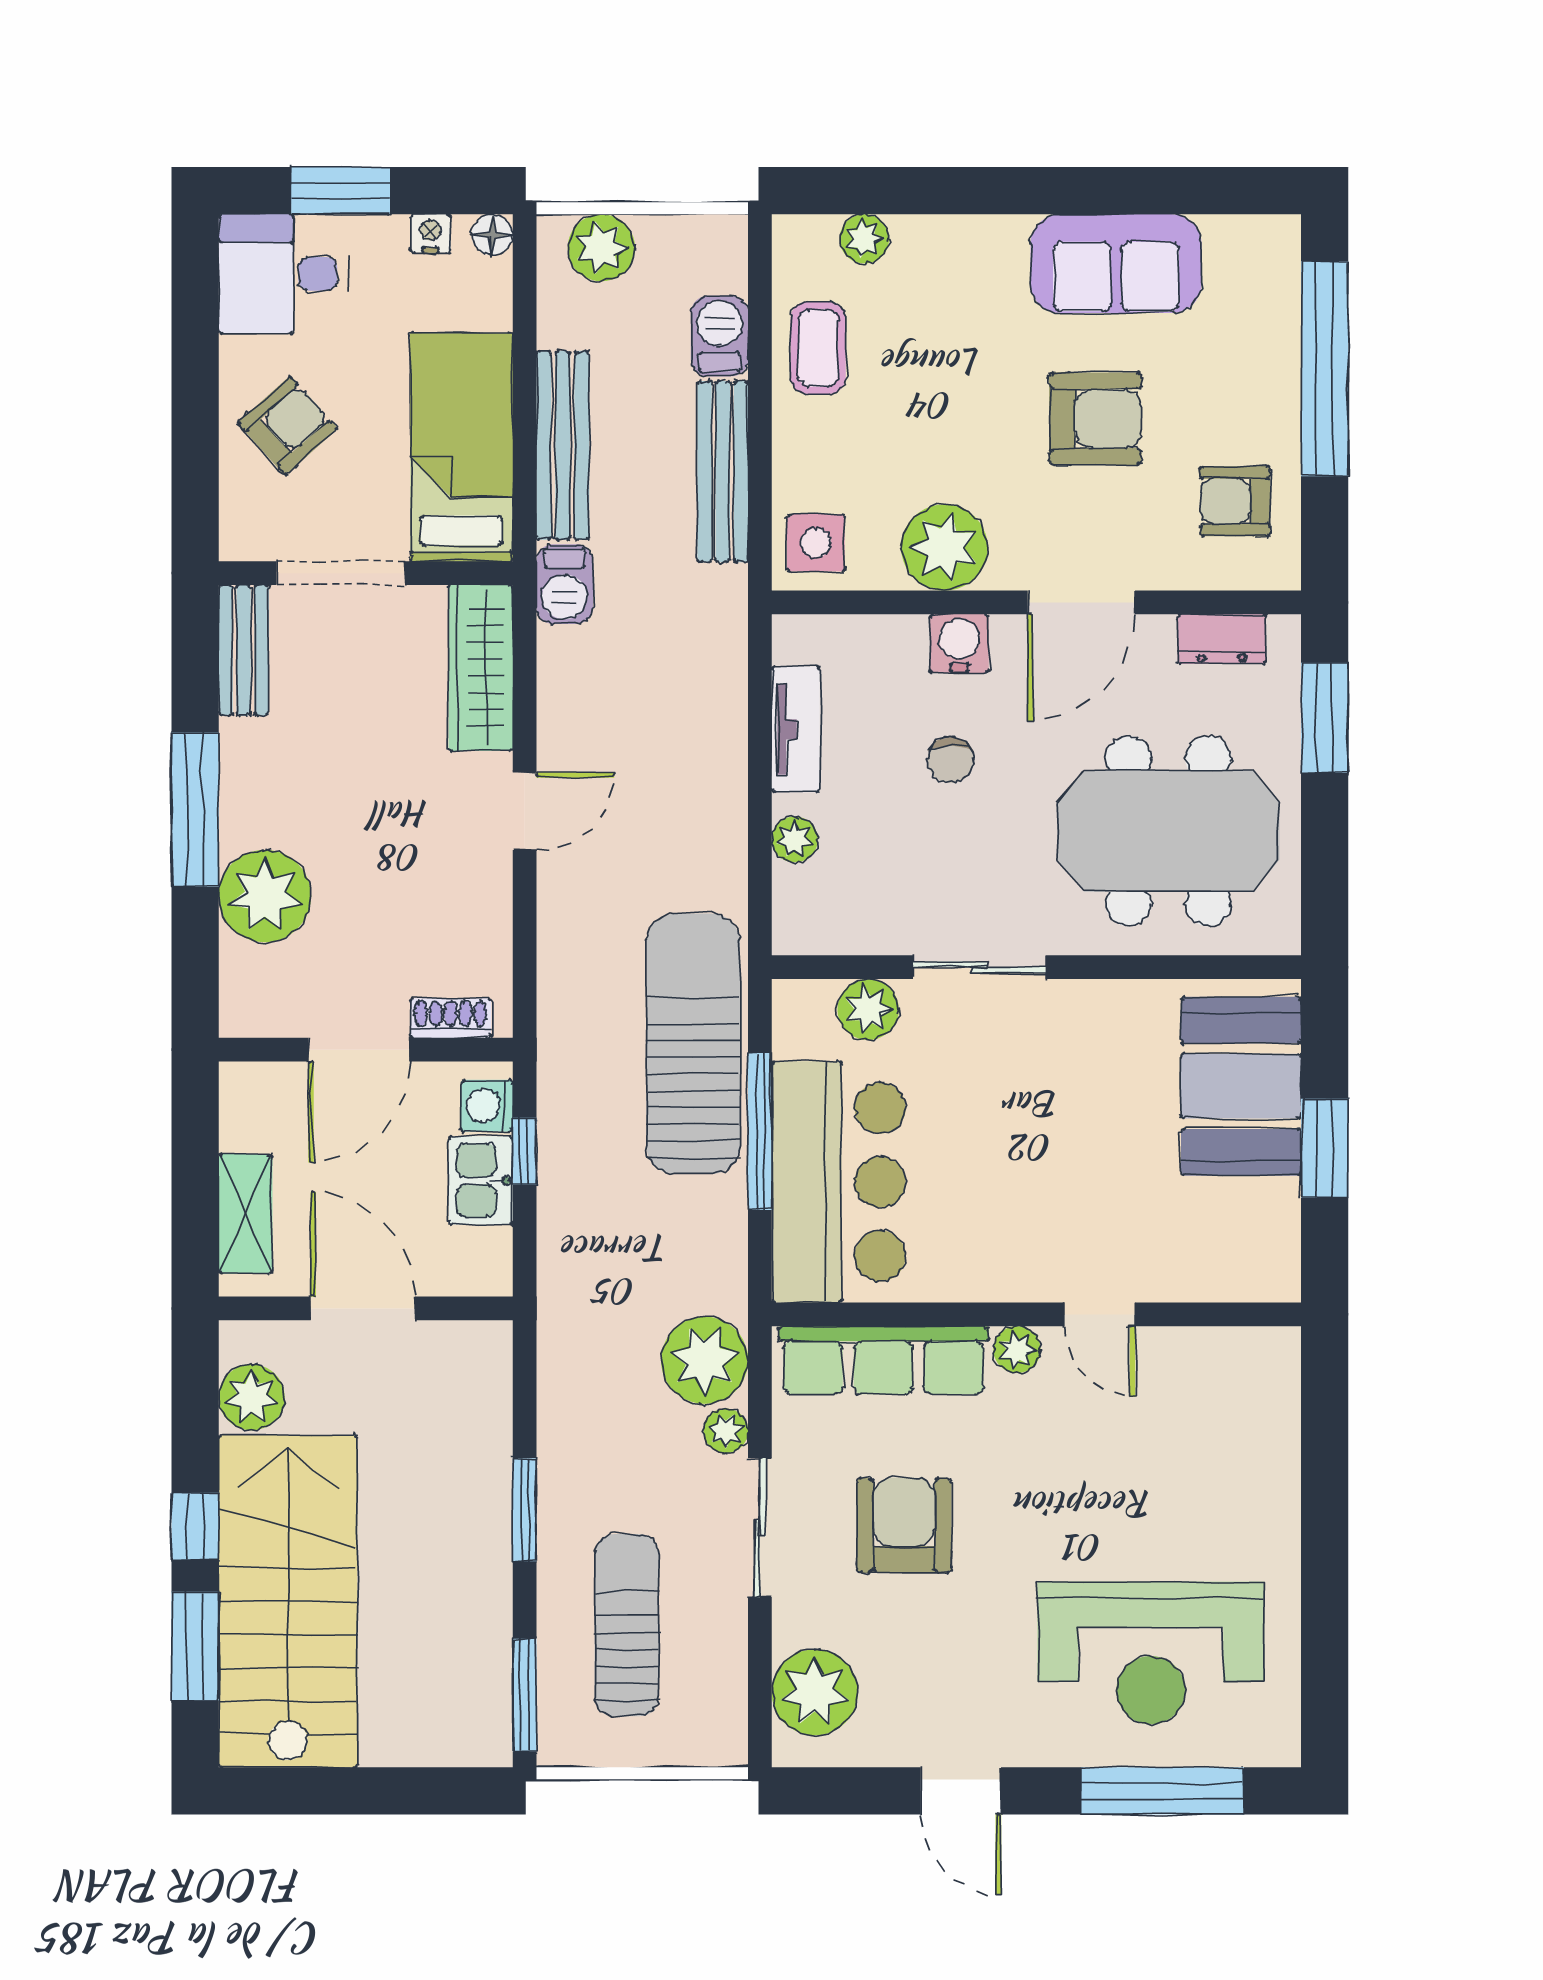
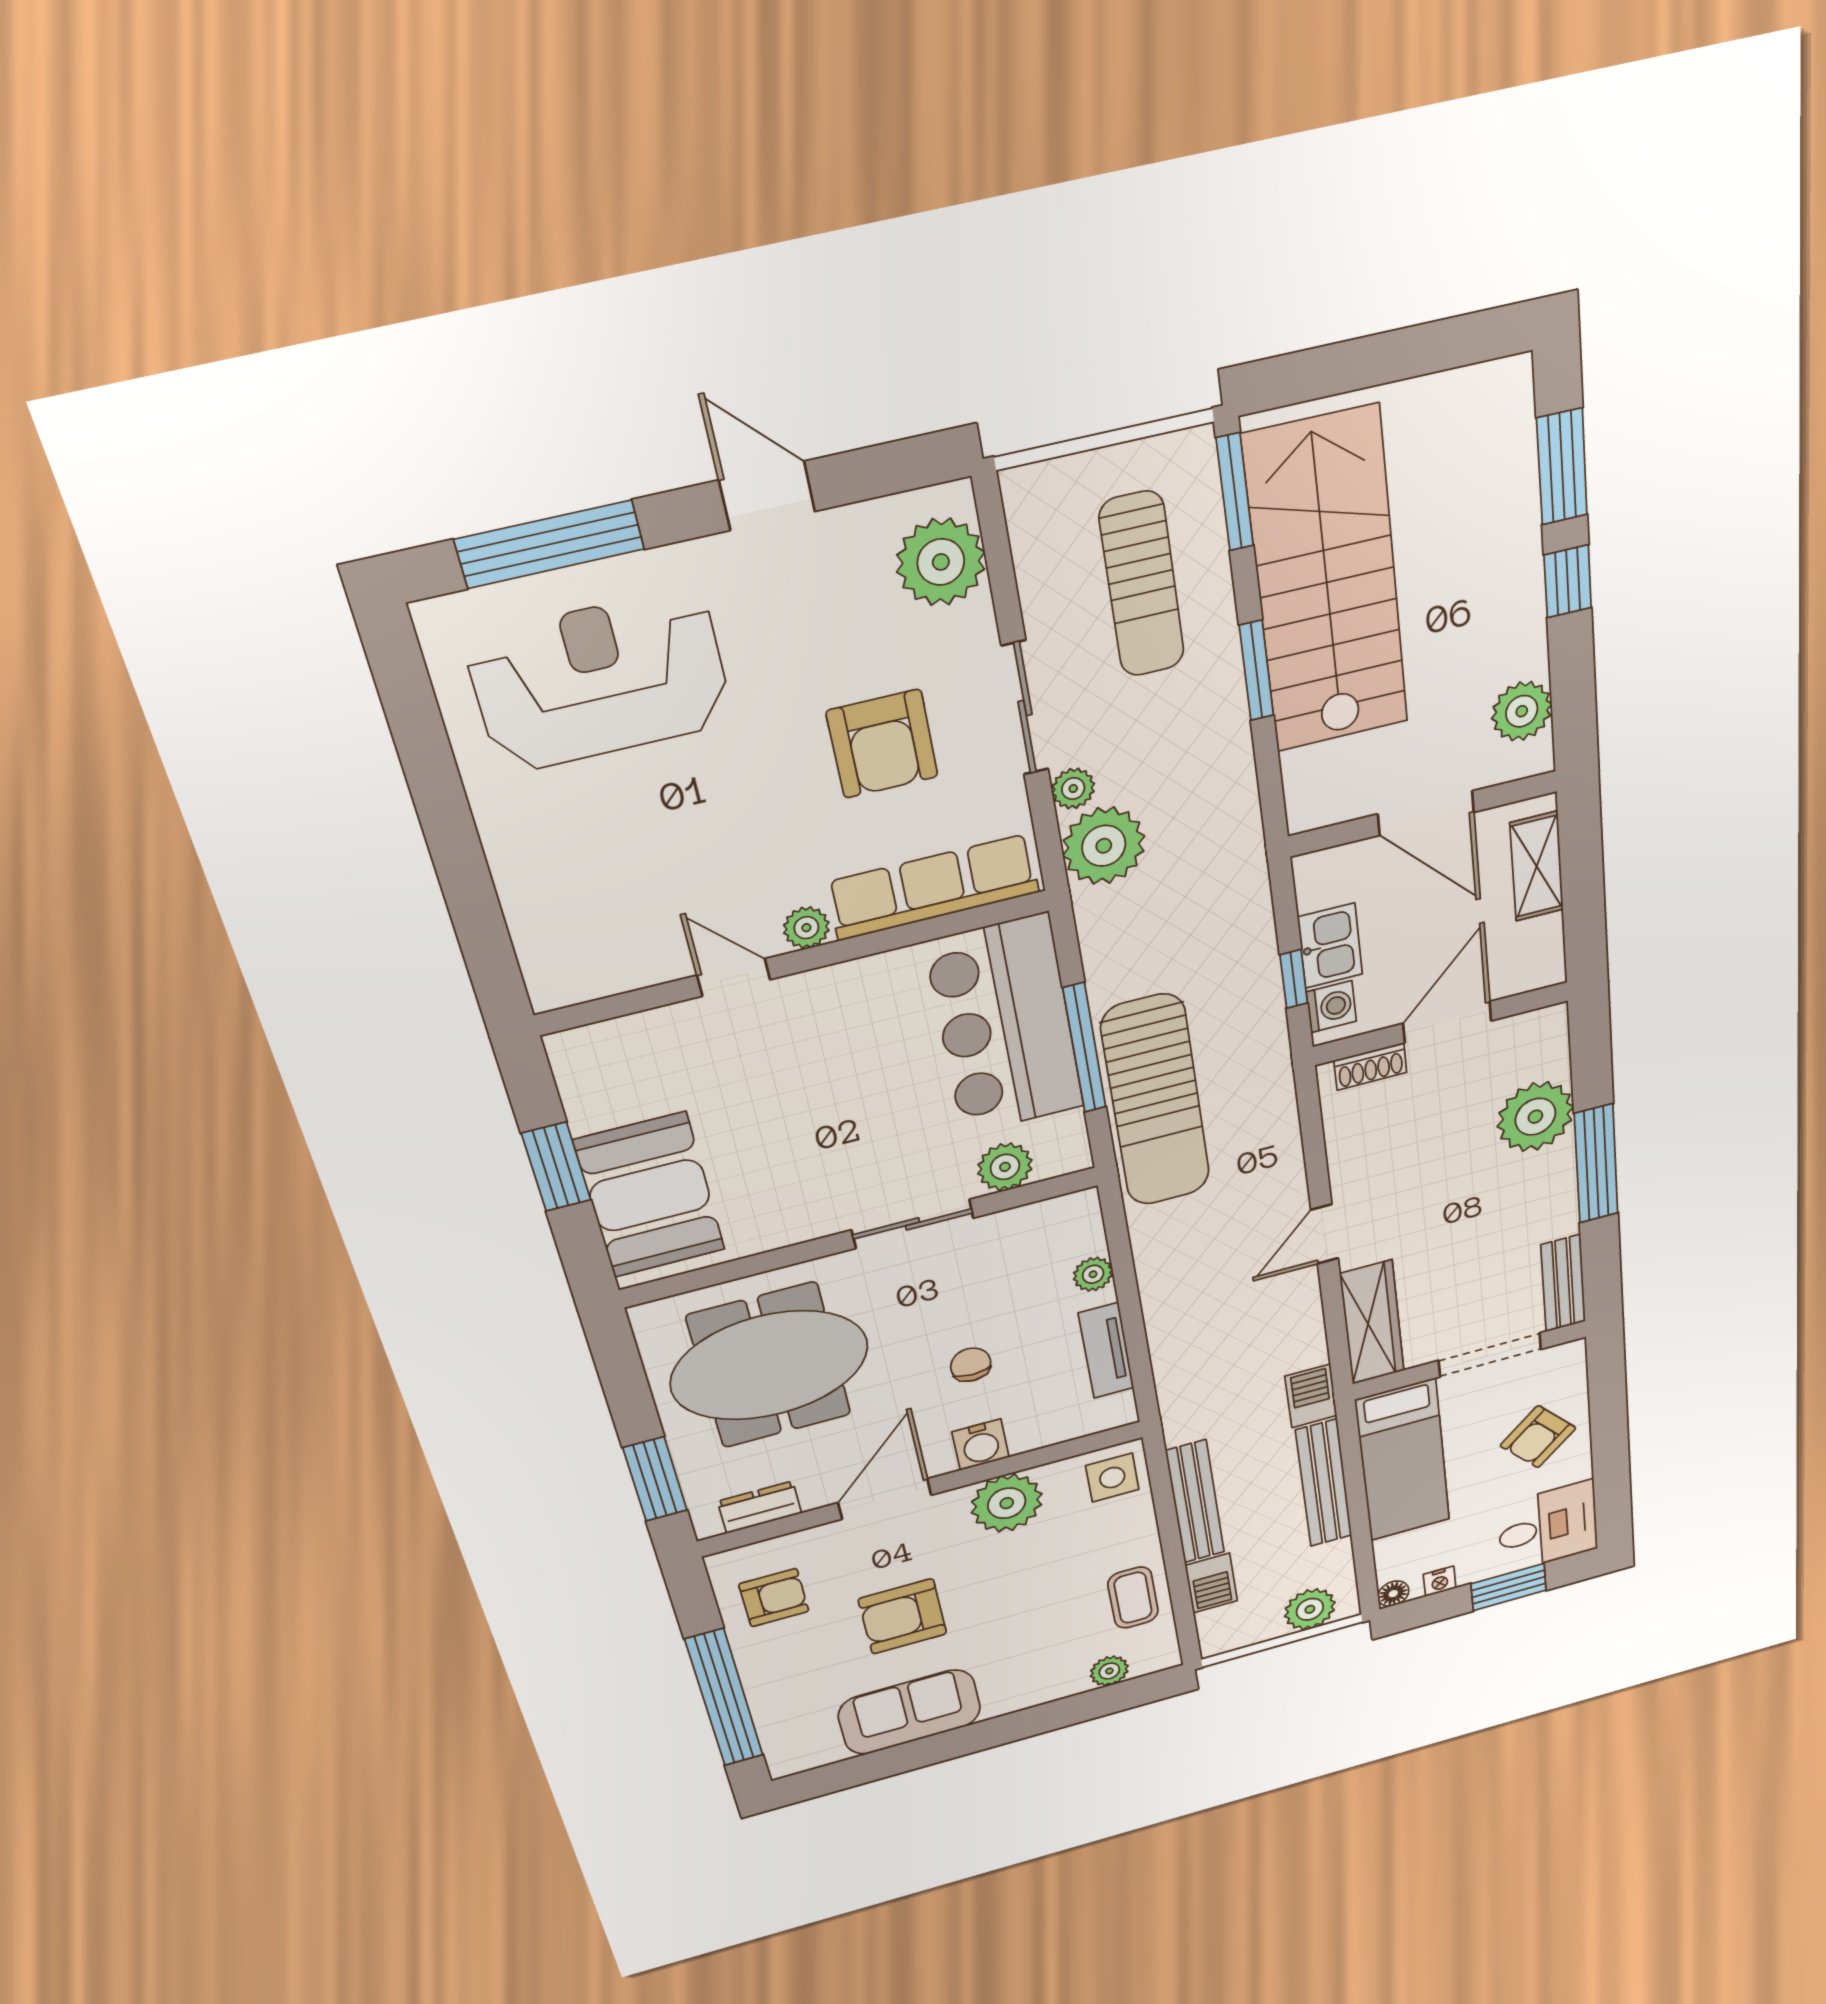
stairs: (288, 1601) -> (1327, 582), moved, turned 180

